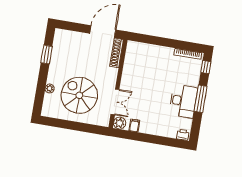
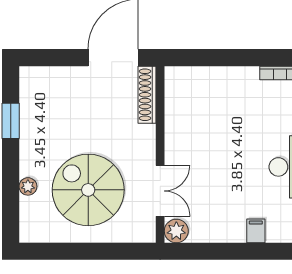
filing cabinet: (134, 126) -> (256, 231), moved

